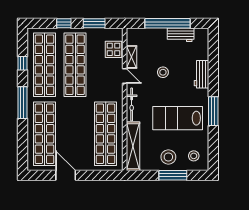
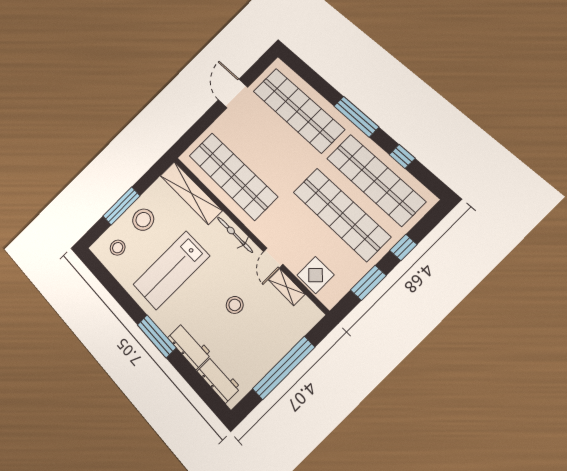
workbench: (181, 35) -> (219, 379), moved, turned 90
door: (125, 76) -> (273, 258), hinge flipped
window: (213, 111) -> (157, 336), moved
lab bench: (178, 118) -> (171, 270), turned 180
door: (66, 175) -> (233, 94), swing flipped

